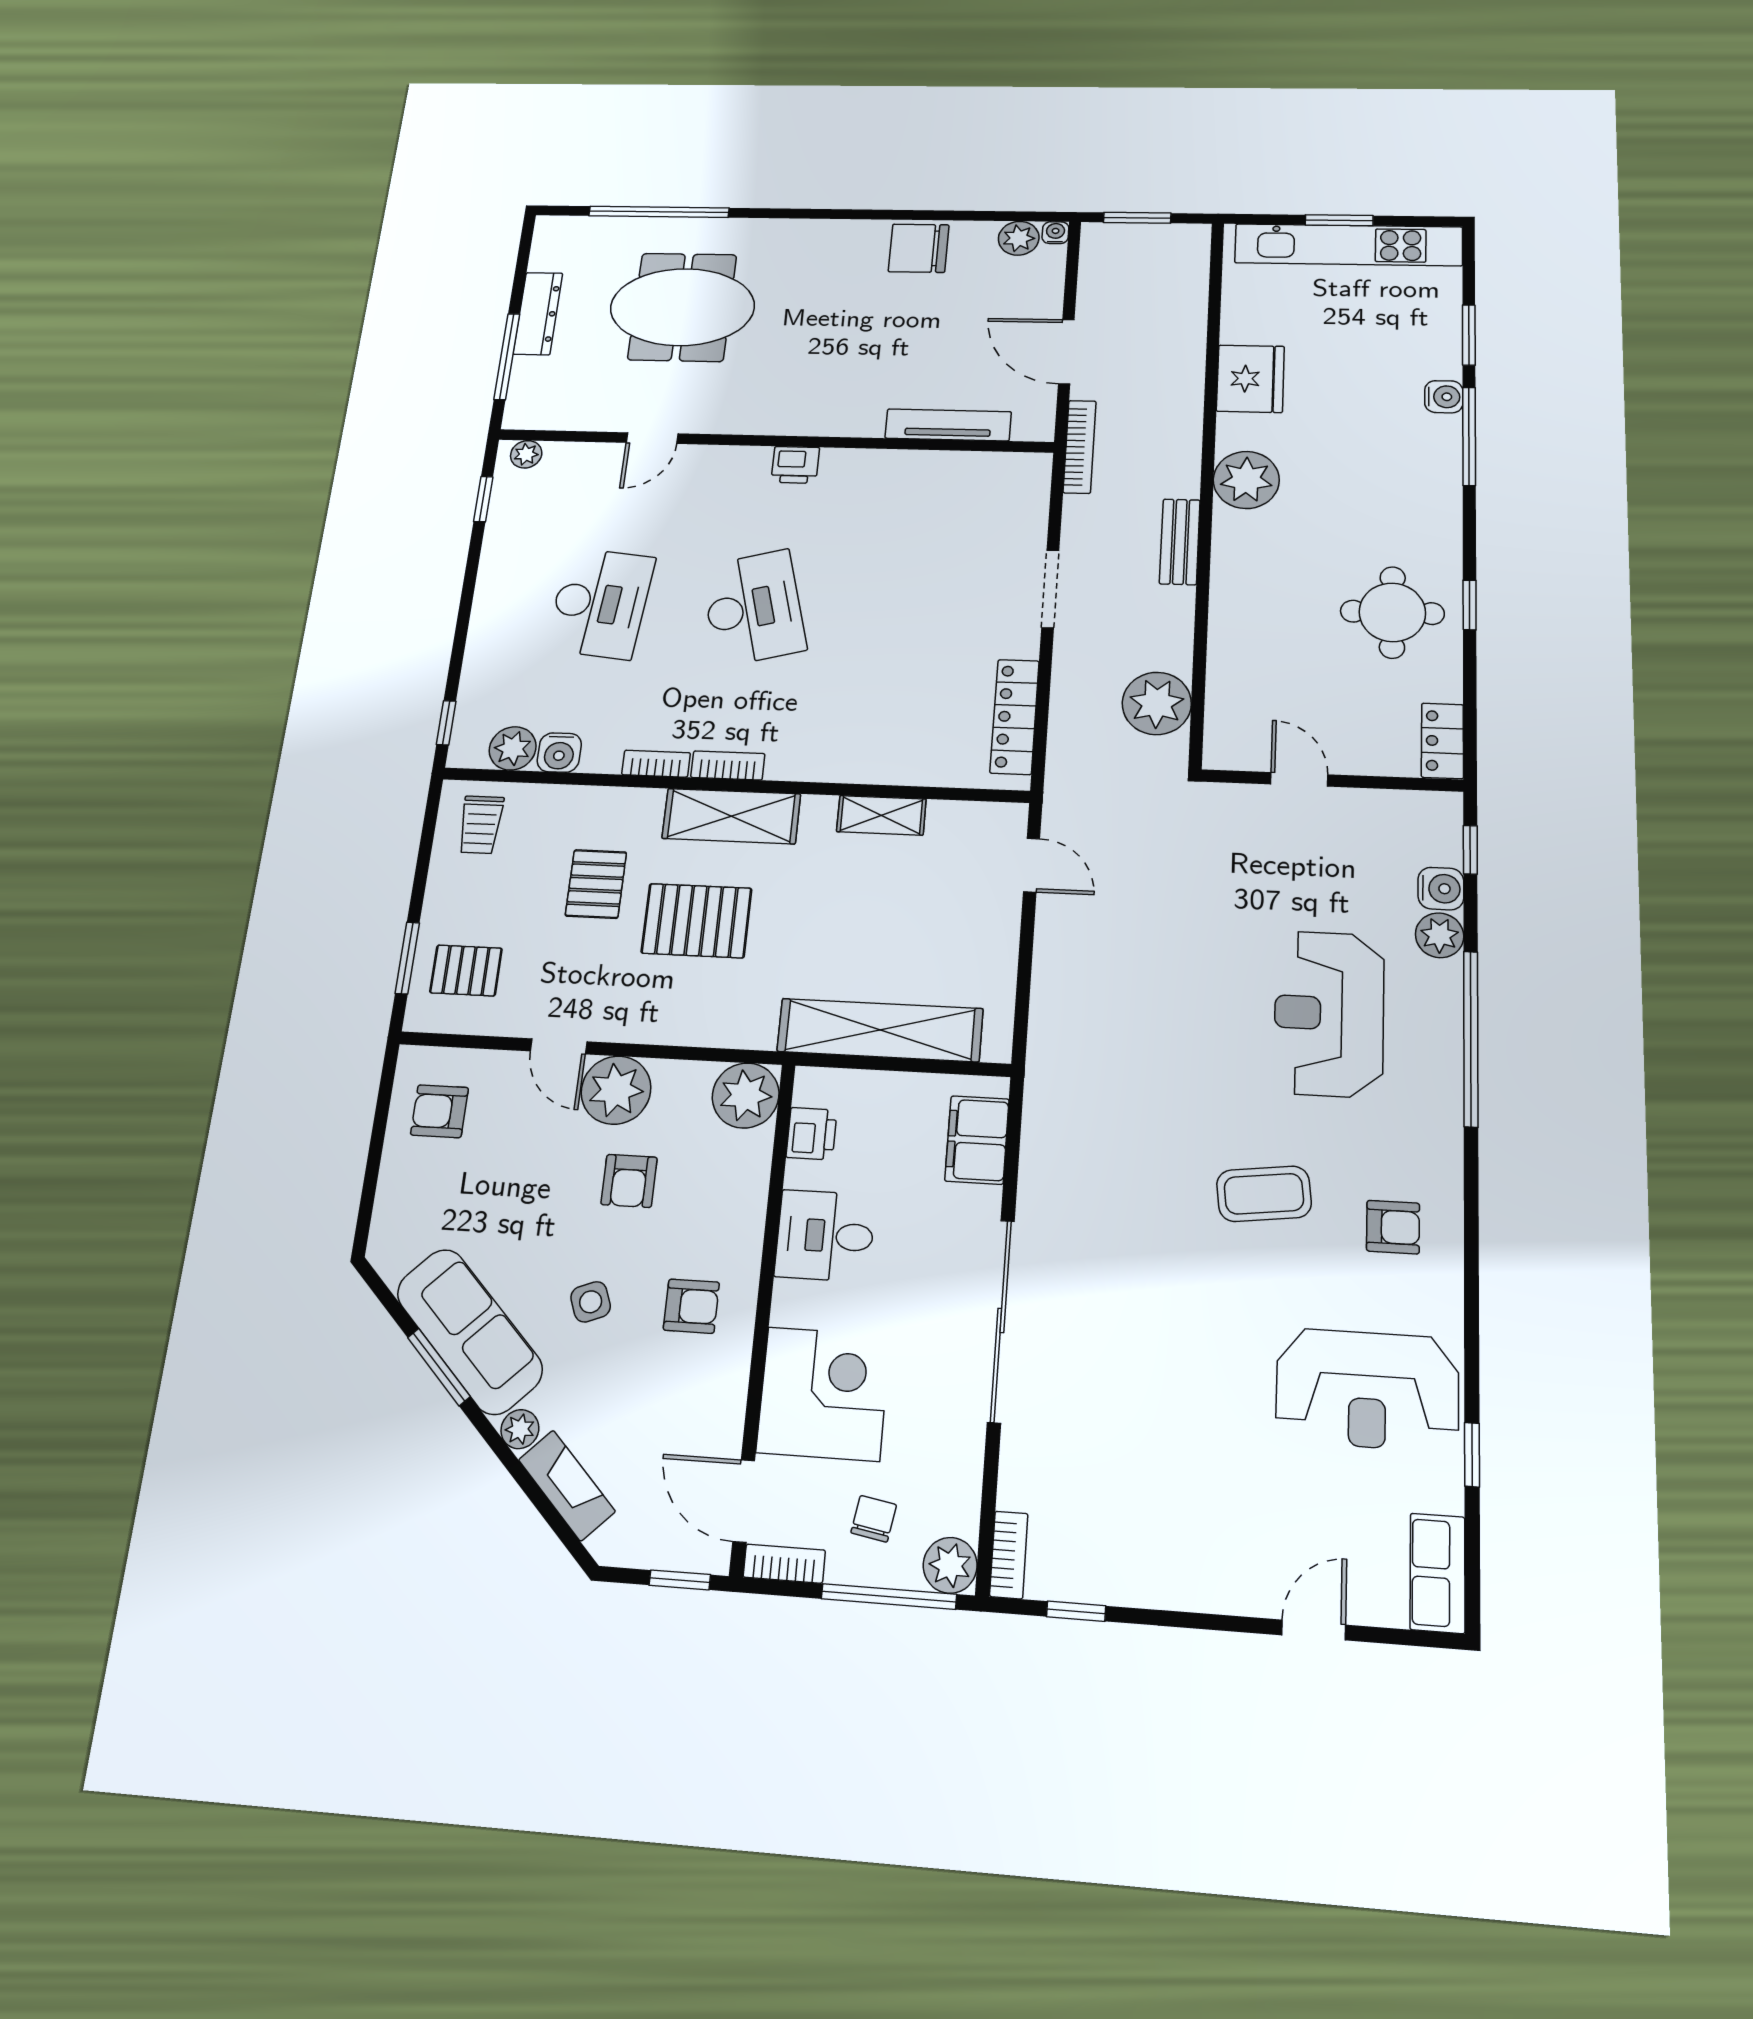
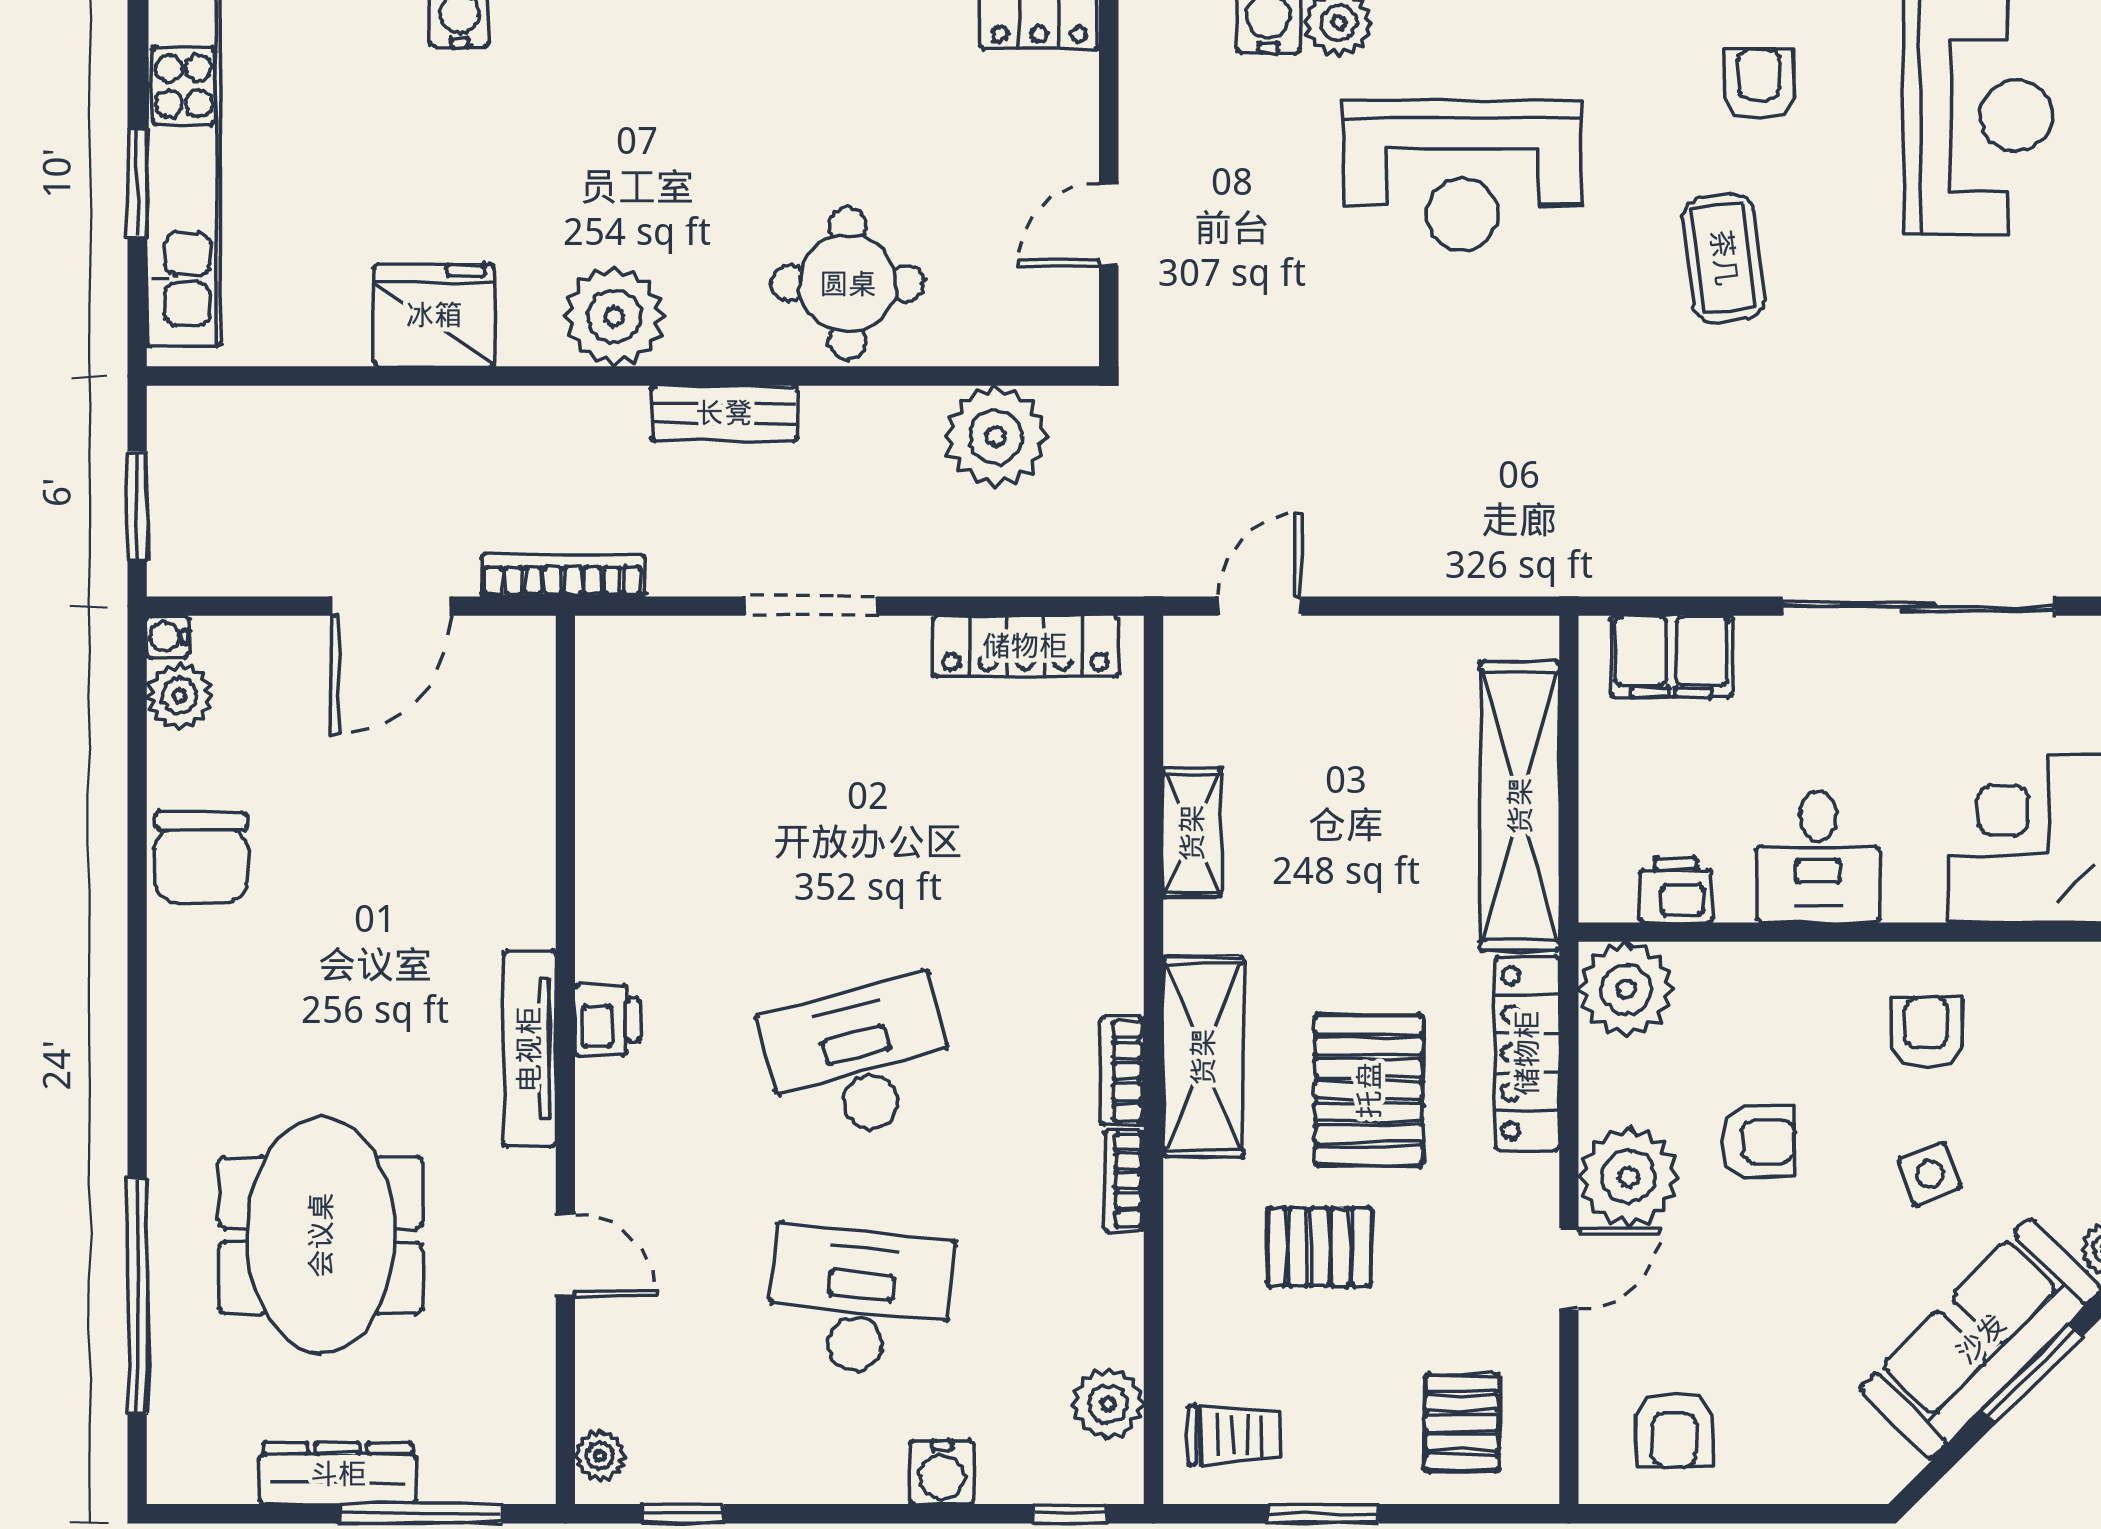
tv unit: (948, 425) -> (529, 1049), moved
round table: (1392, 612) -> (848, 284), moved
water cooler: (559, 753) -> (942, 1472), moved, turned 90
window: (407, 958) -> (1323, 1514), moved
locker: (709, 1026) -> (1527, 1053), added

